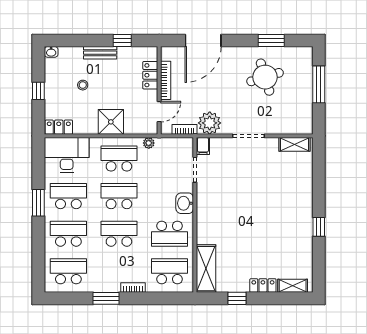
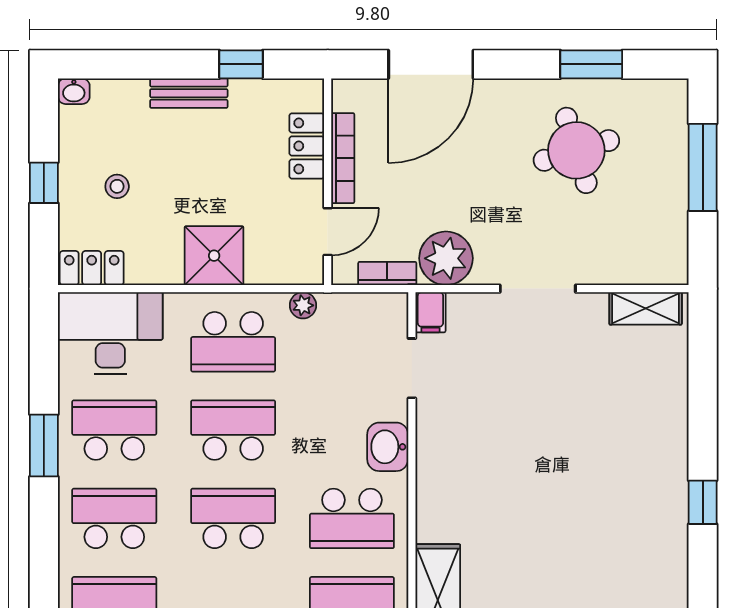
stool: (83, 85) -> (117, 186), moved
school desk: (119, 159) -> (233, 342), turned 180

